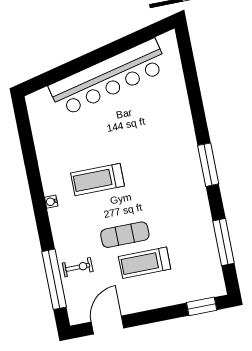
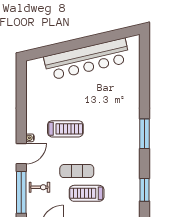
treadmill: (97, 180) -> (65, 129), turned 180
door: (43, 226) -> (21, 154), added
window: (223, 242) -> (145, 190), width x0.69

